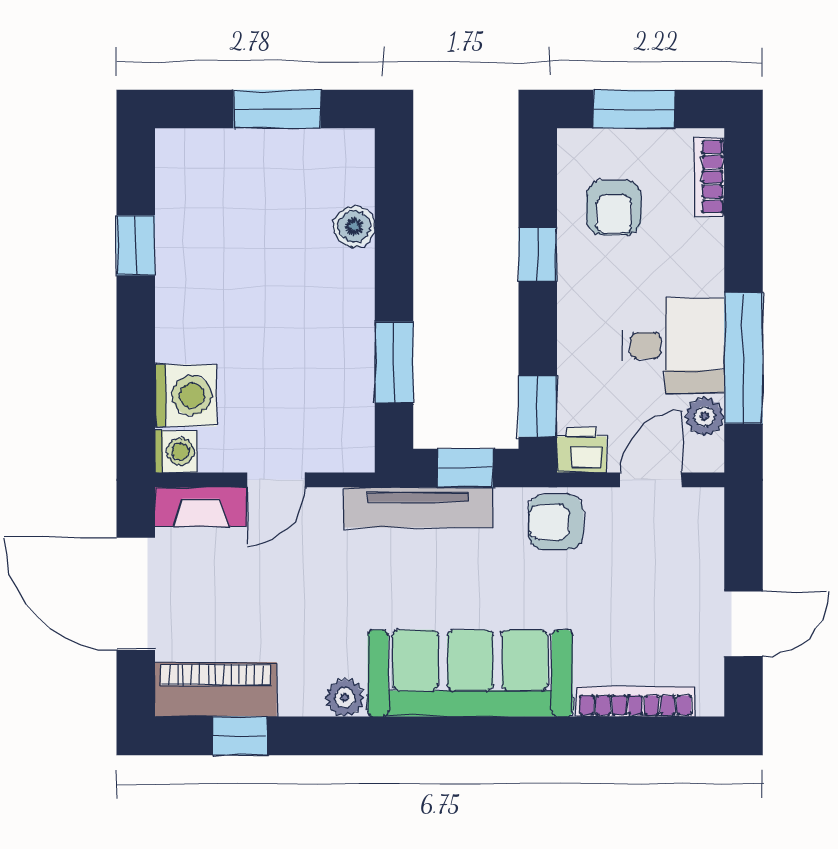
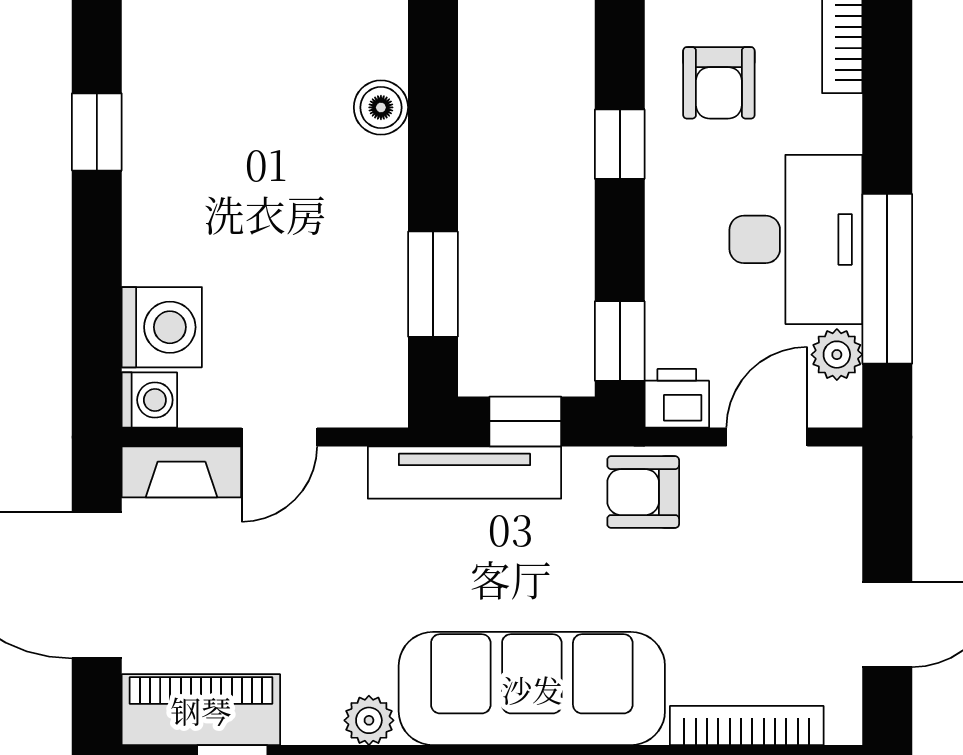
desk: (673, 346) -> (796, 239), width x1.37

